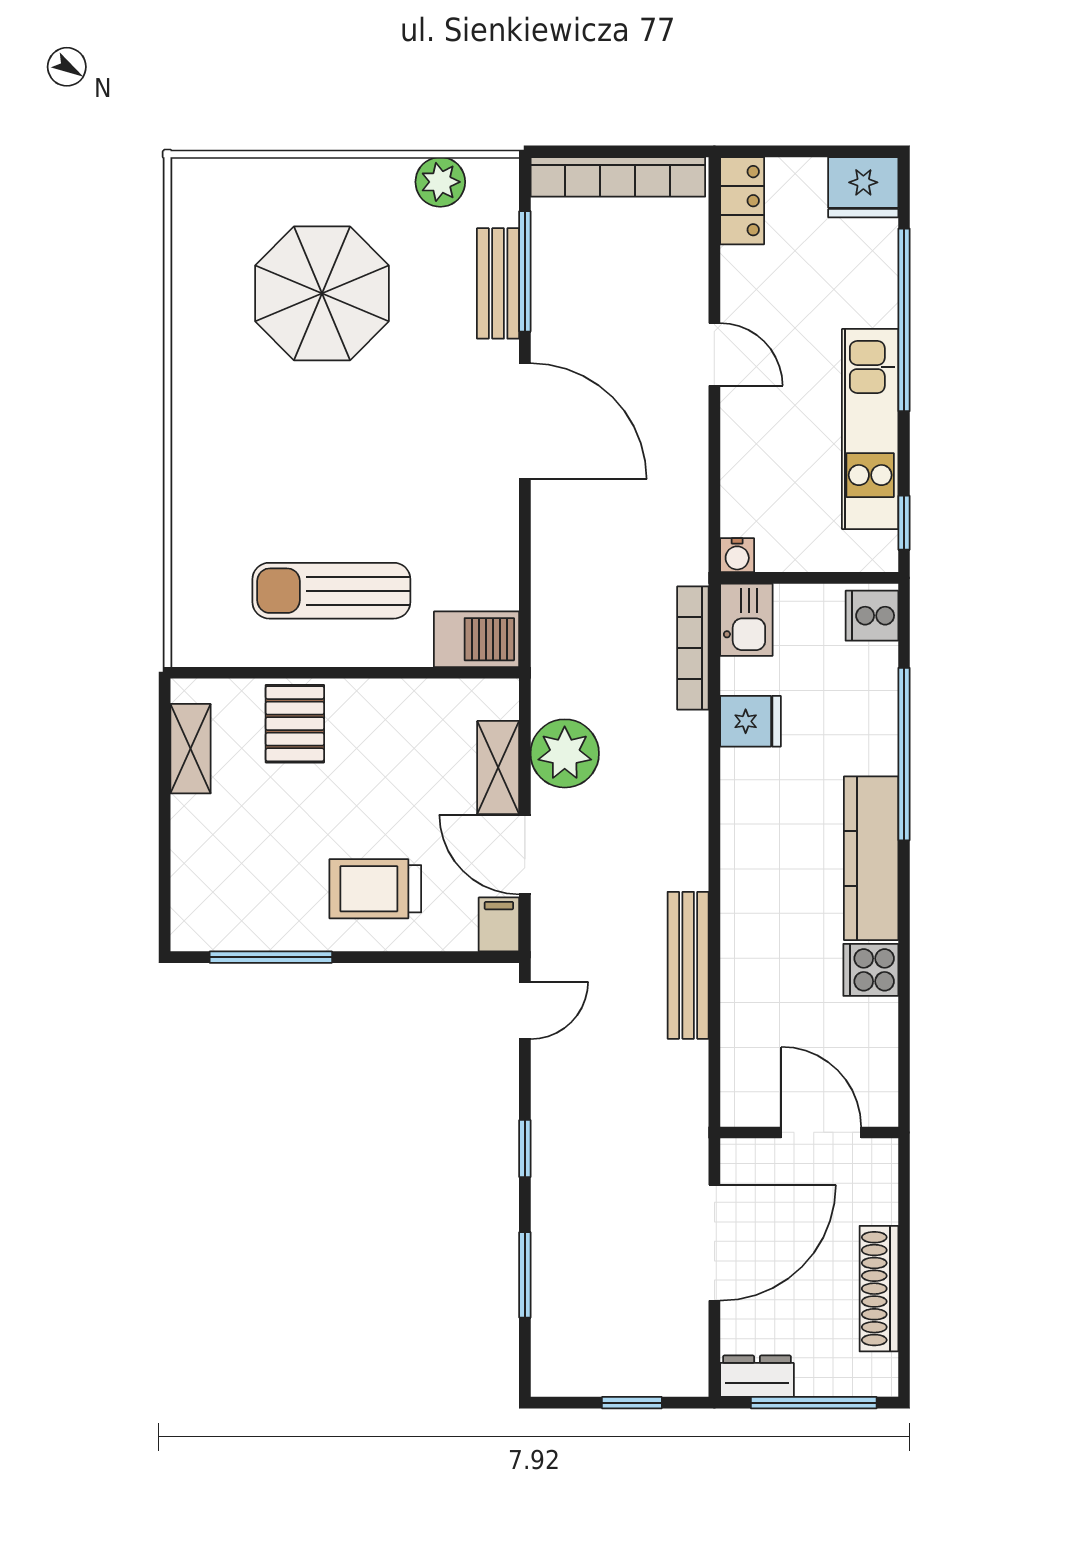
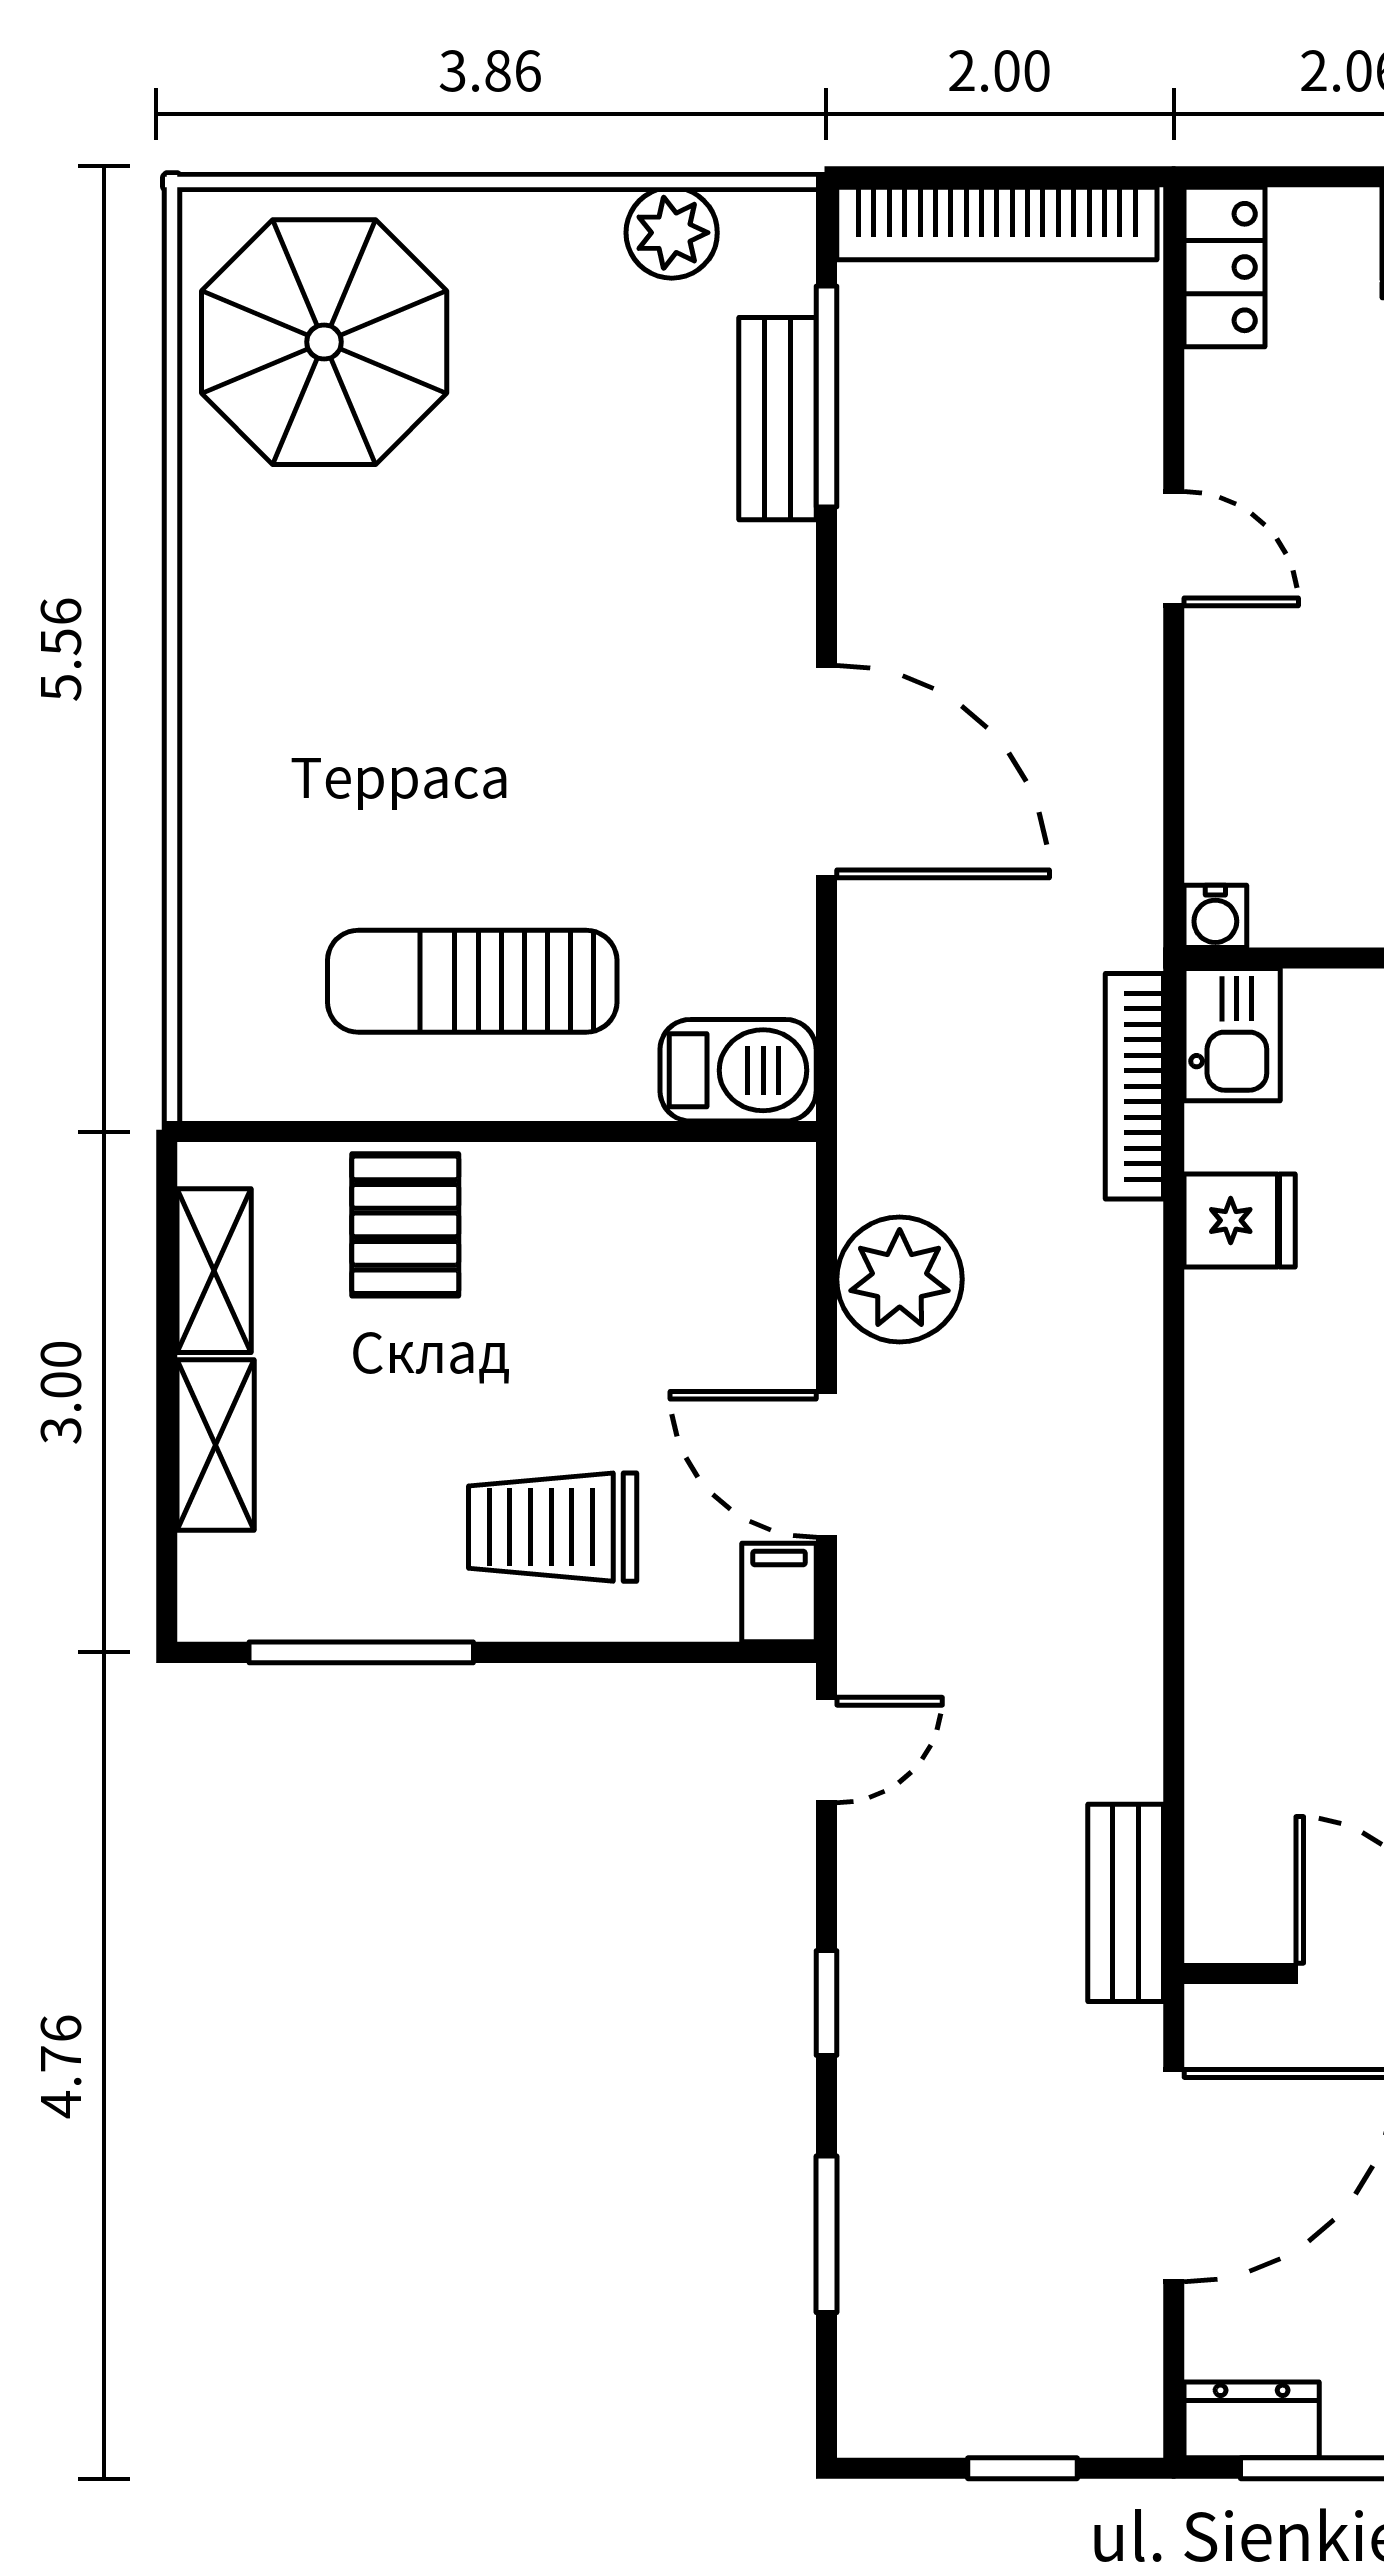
parasol: (322, 293) -> (324, 342), moved
door: (525, 421) -> (826, 772), moved
shelving: (498, 768) -> (216, 1445), moved
bench: (688, 965) -> (1126, 1903), moved, width x0.73

